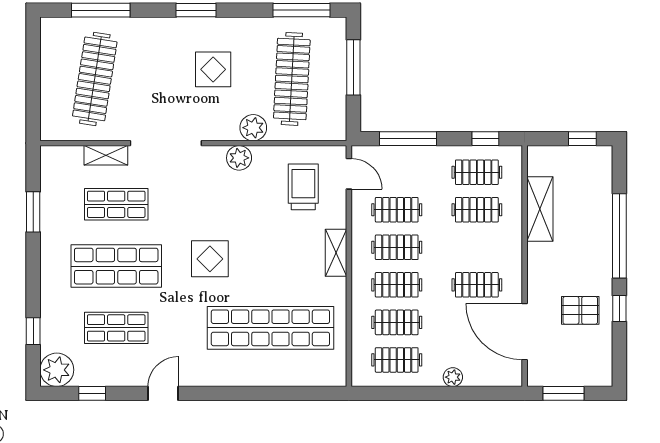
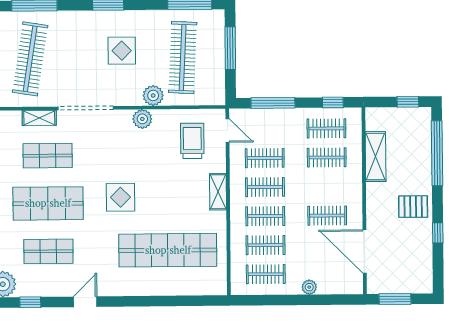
window: (619, 236) -> (437, 153), moved
pallet: (580, 310) -> (413, 207), moved

